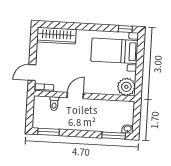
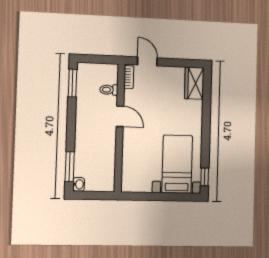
wardrobe: (56, 36) -> (194, 83), width x0.67
plant: (126, 87) -> (133, 181), removed

